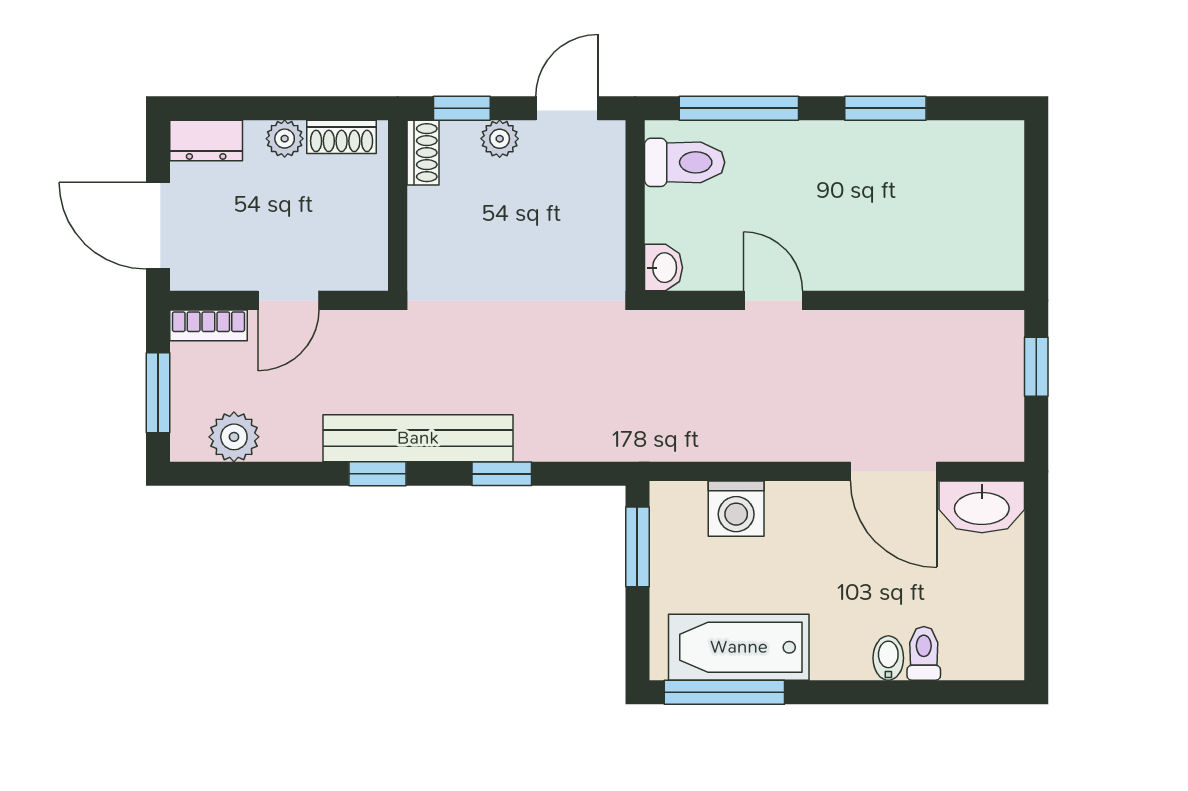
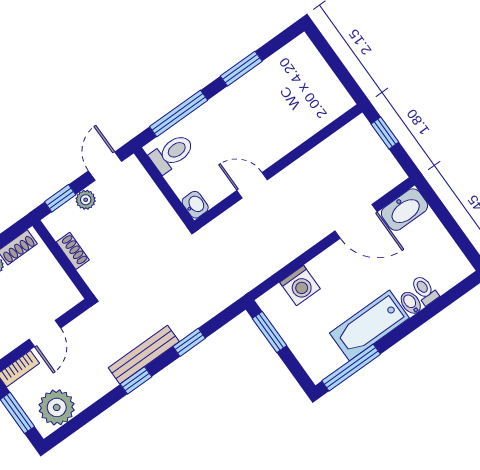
shoe rack: (423, 153) -> (73, 251), moved
plant: (234, 437) -> (57, 407), width x1.36, depth x1.36
bench: (418, 438) -> (144, 355), width x0.73, depth x0.82
bathtub: (739, 647) -> (369, 325), moved

